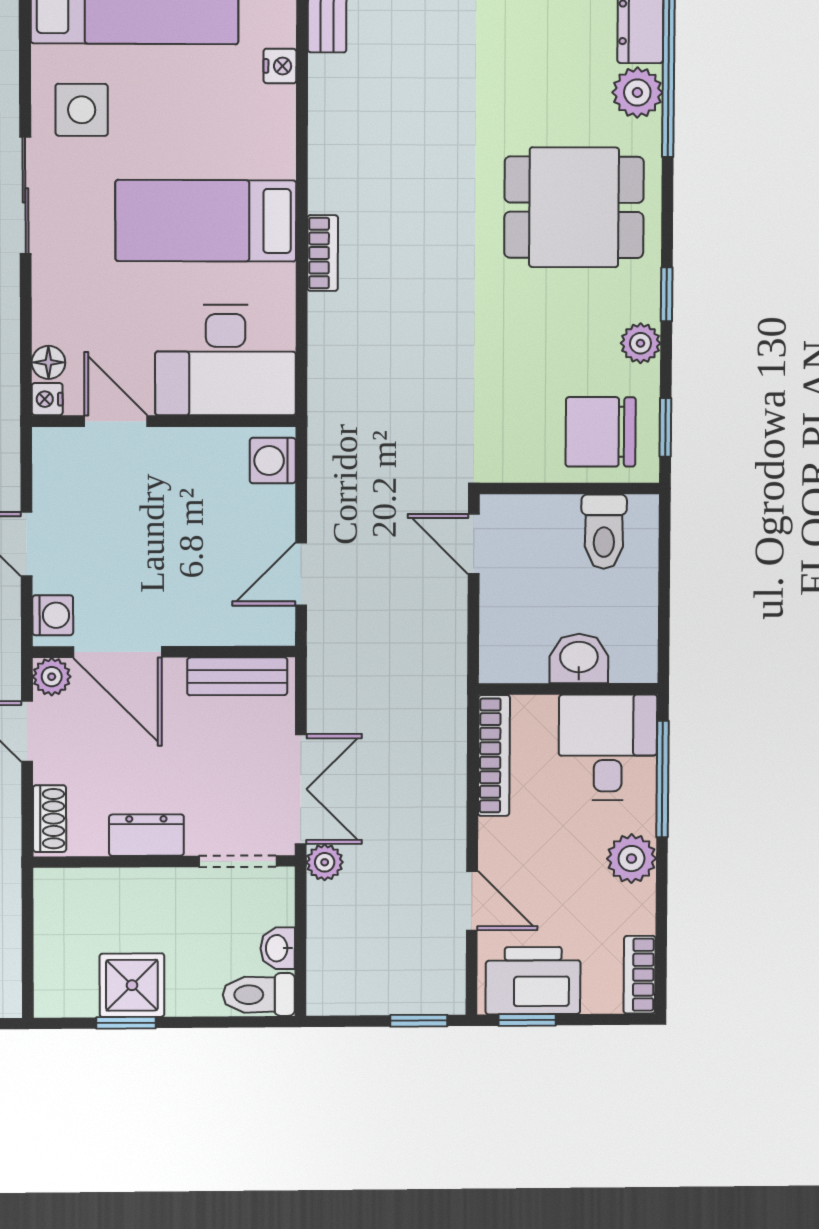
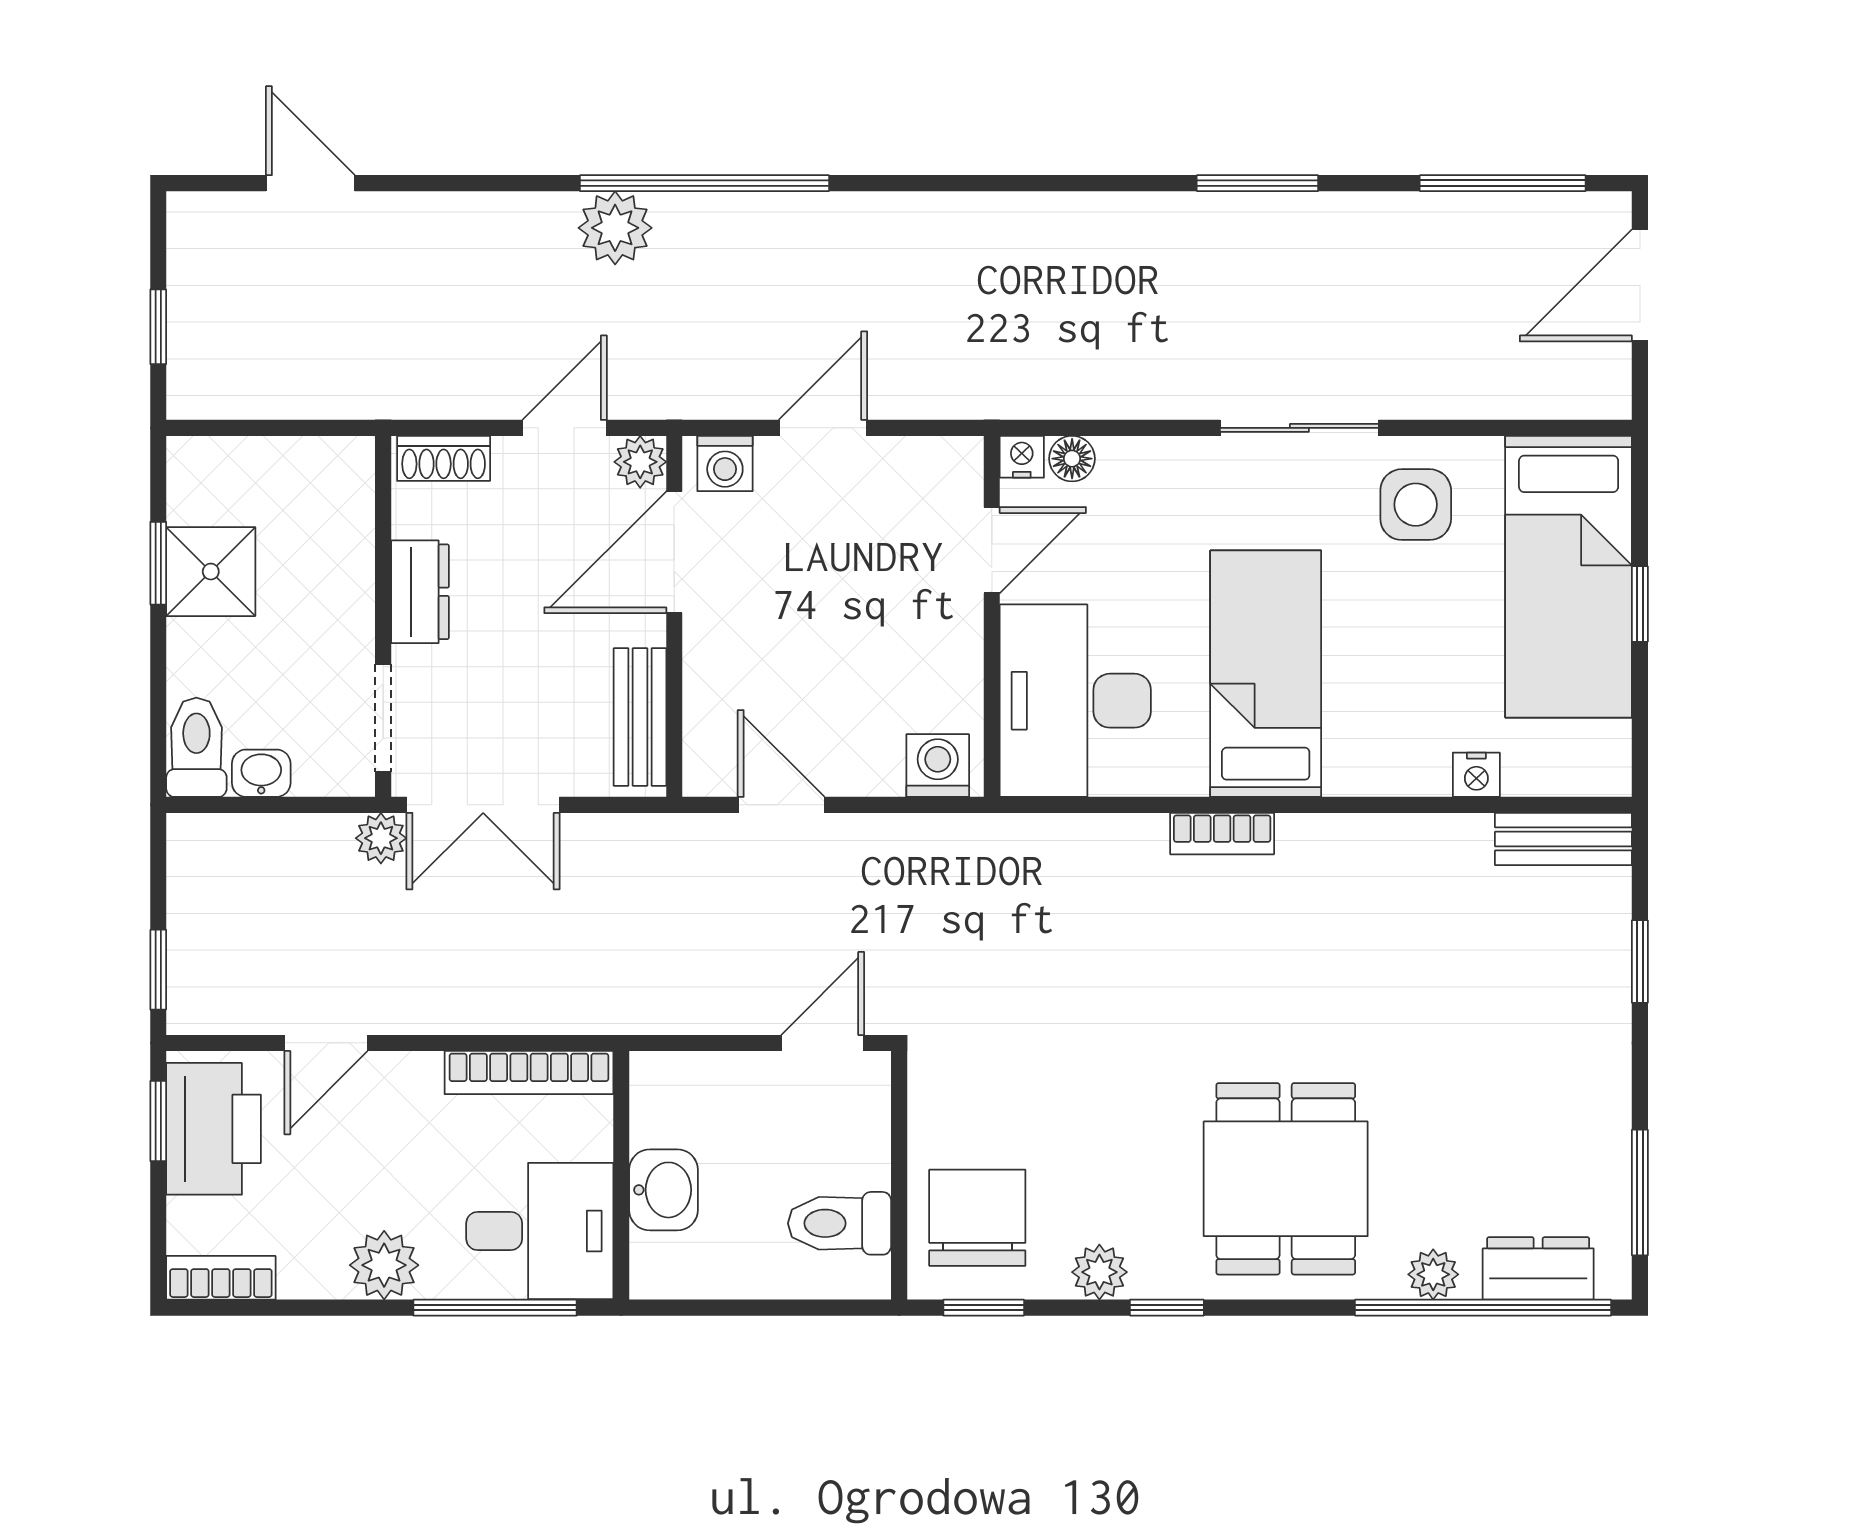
plant: (637, 93) -> (1433, 1274), width x0.73, depth x0.73

